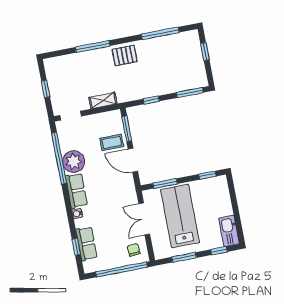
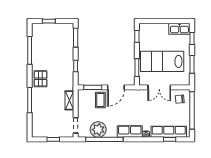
plant: (74, 162) -> (98, 130), moved
row of seats: (86, 244) -> (169, 132), width x1.48

